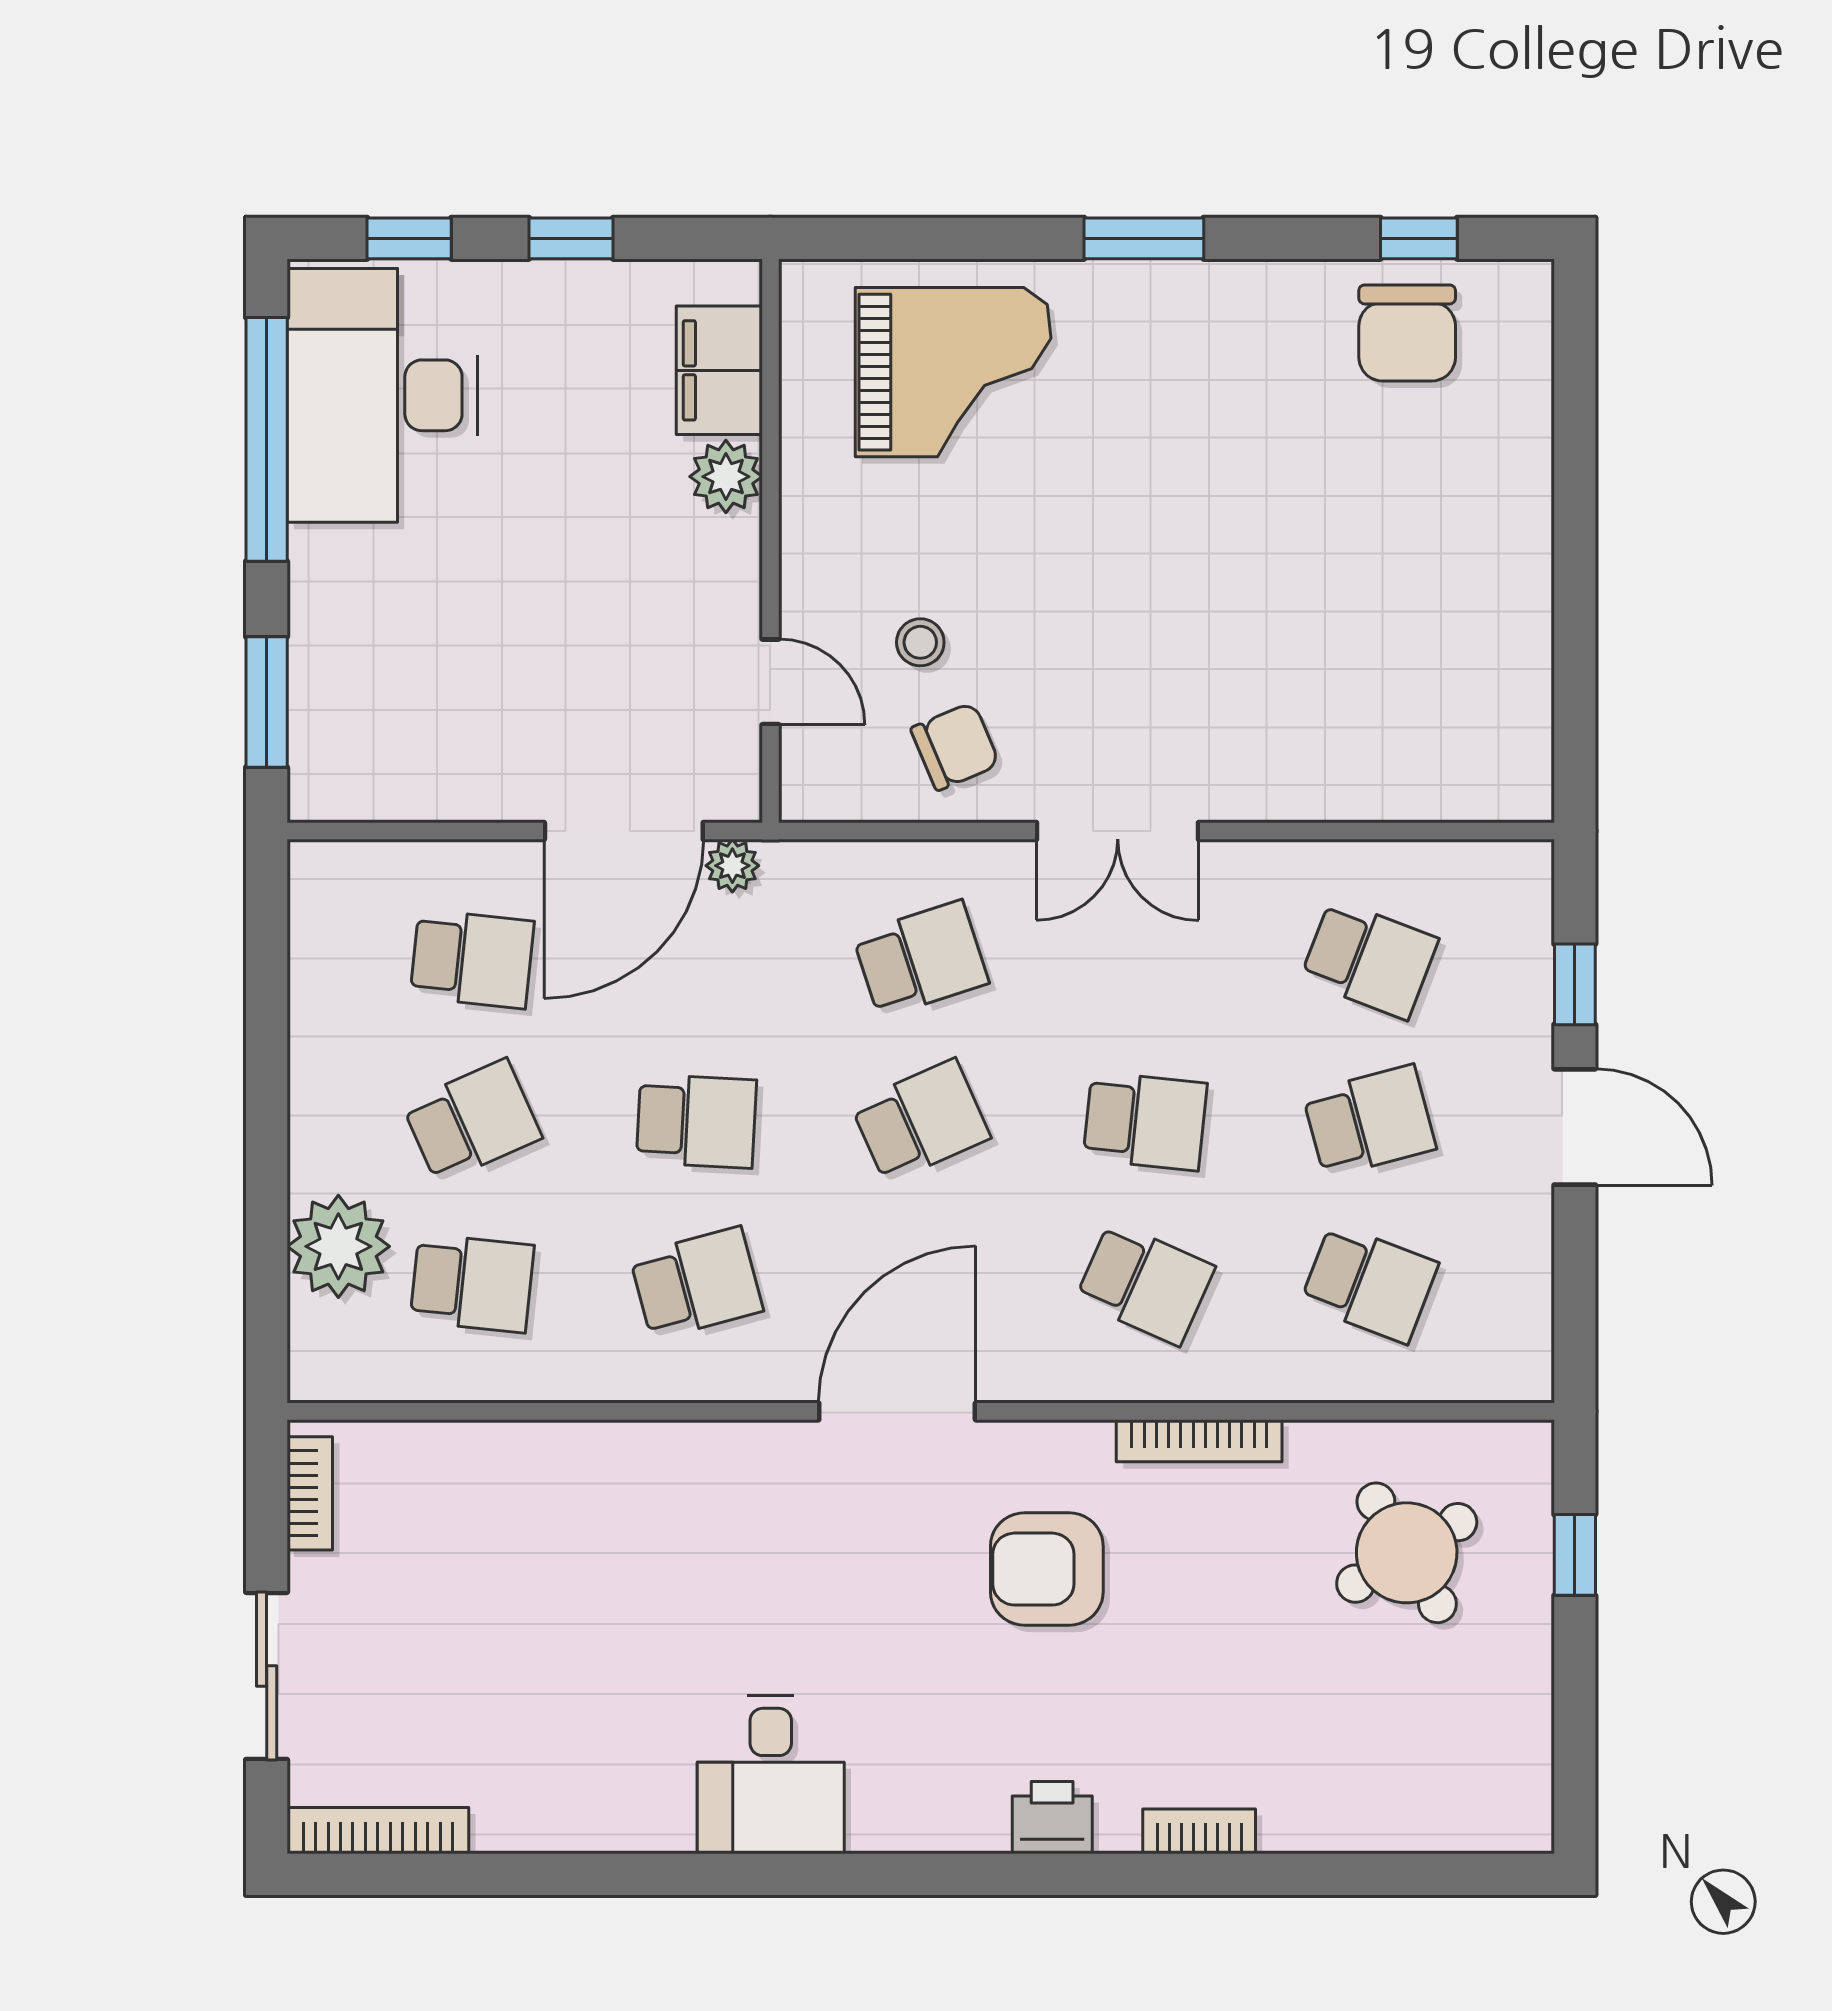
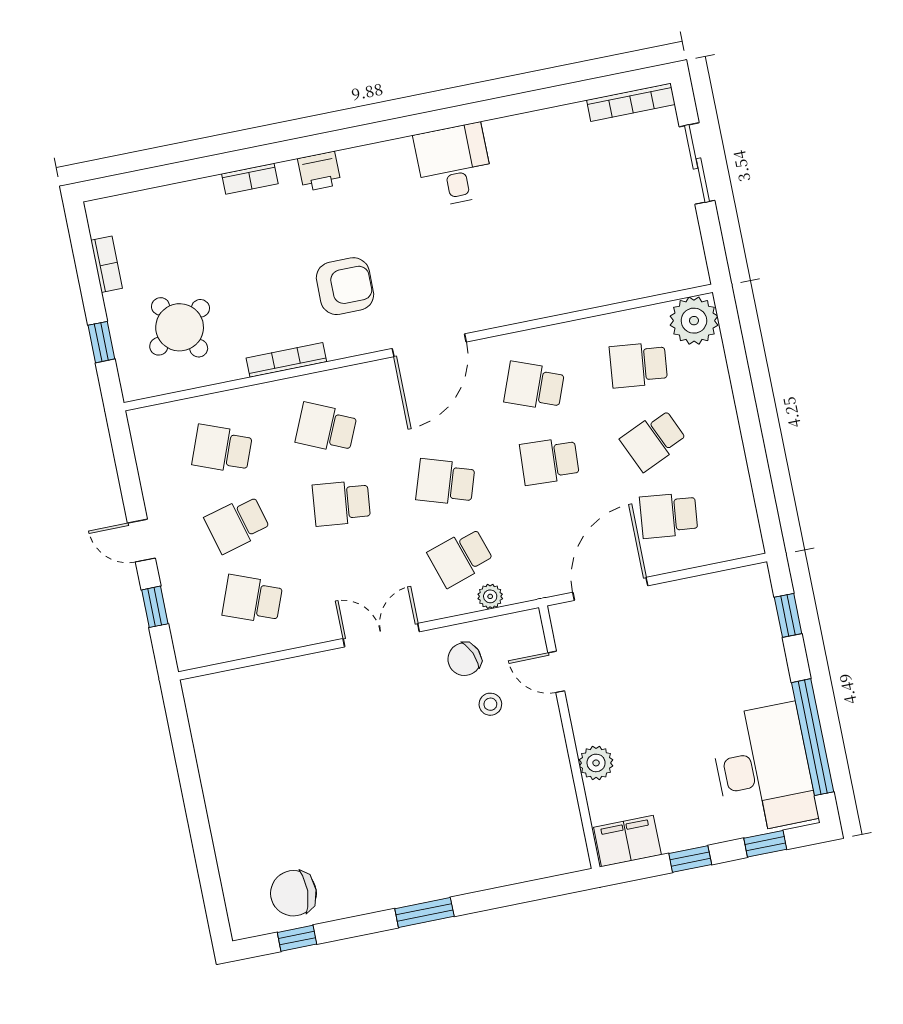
chair: (1407, 333) -> (293, 893), turned -88
filing cabinet: (719, 370) -> (627, 841), moved, turned -90
grand piano: (953, 372) -> (500, 833), removed
window: (267, 702) -> (788, 615), width x0.67
plant: (732, 866) -> (490, 596), moved
school desk: (921, 1121) -> (445, 482), turned 42
door: (1575, 1127) -> (141, 541), width x0.73
plant: (338, 1246) -> (694, 321), moved
school desk: (696, 1283) -> (534, 386), turned 36
bookcase: (310, 1493) -> (107, 264), moved, turned 180

